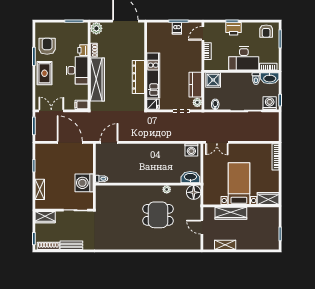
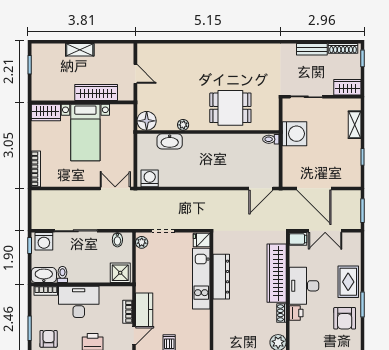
kitchen counter: (195, 85) -> (144, 310), moved
double door: (51, 111) -> (325, 231), moved
washbasin: (190, 177) -> (170, 141), moved
dining table: (158, 215) -> (230, 108), moved
shelving: (225, 245) -> (80, 50), moved

